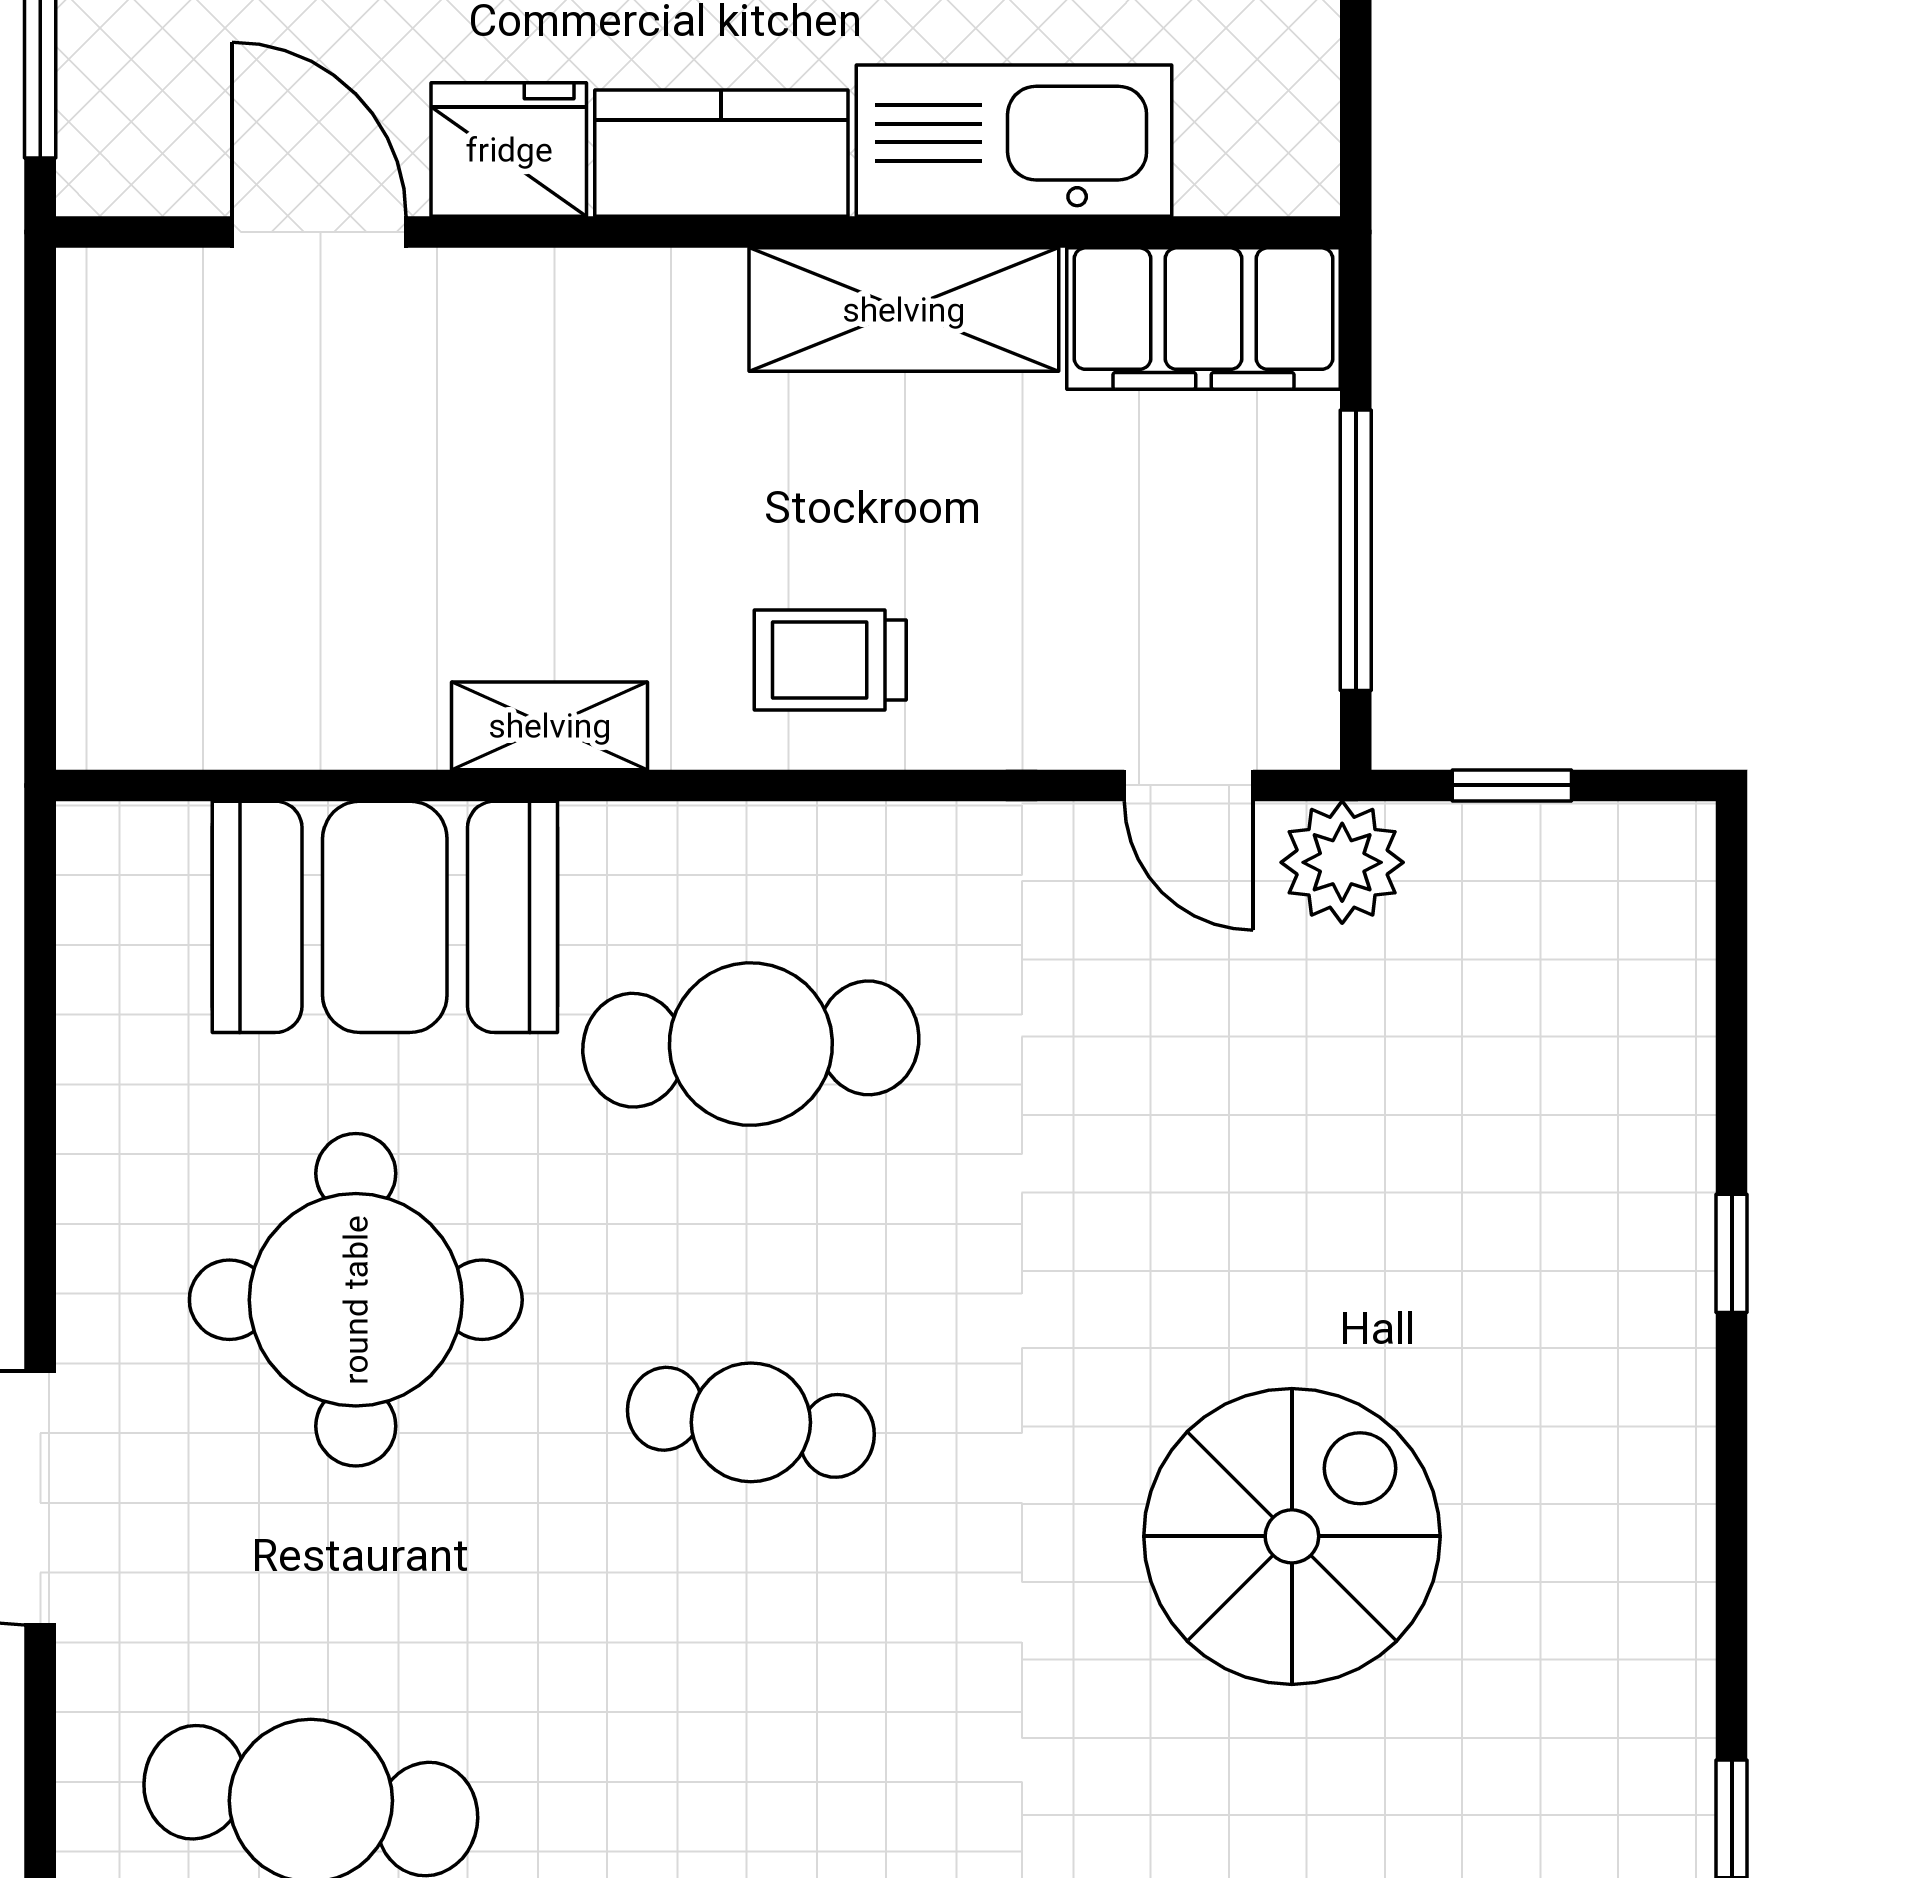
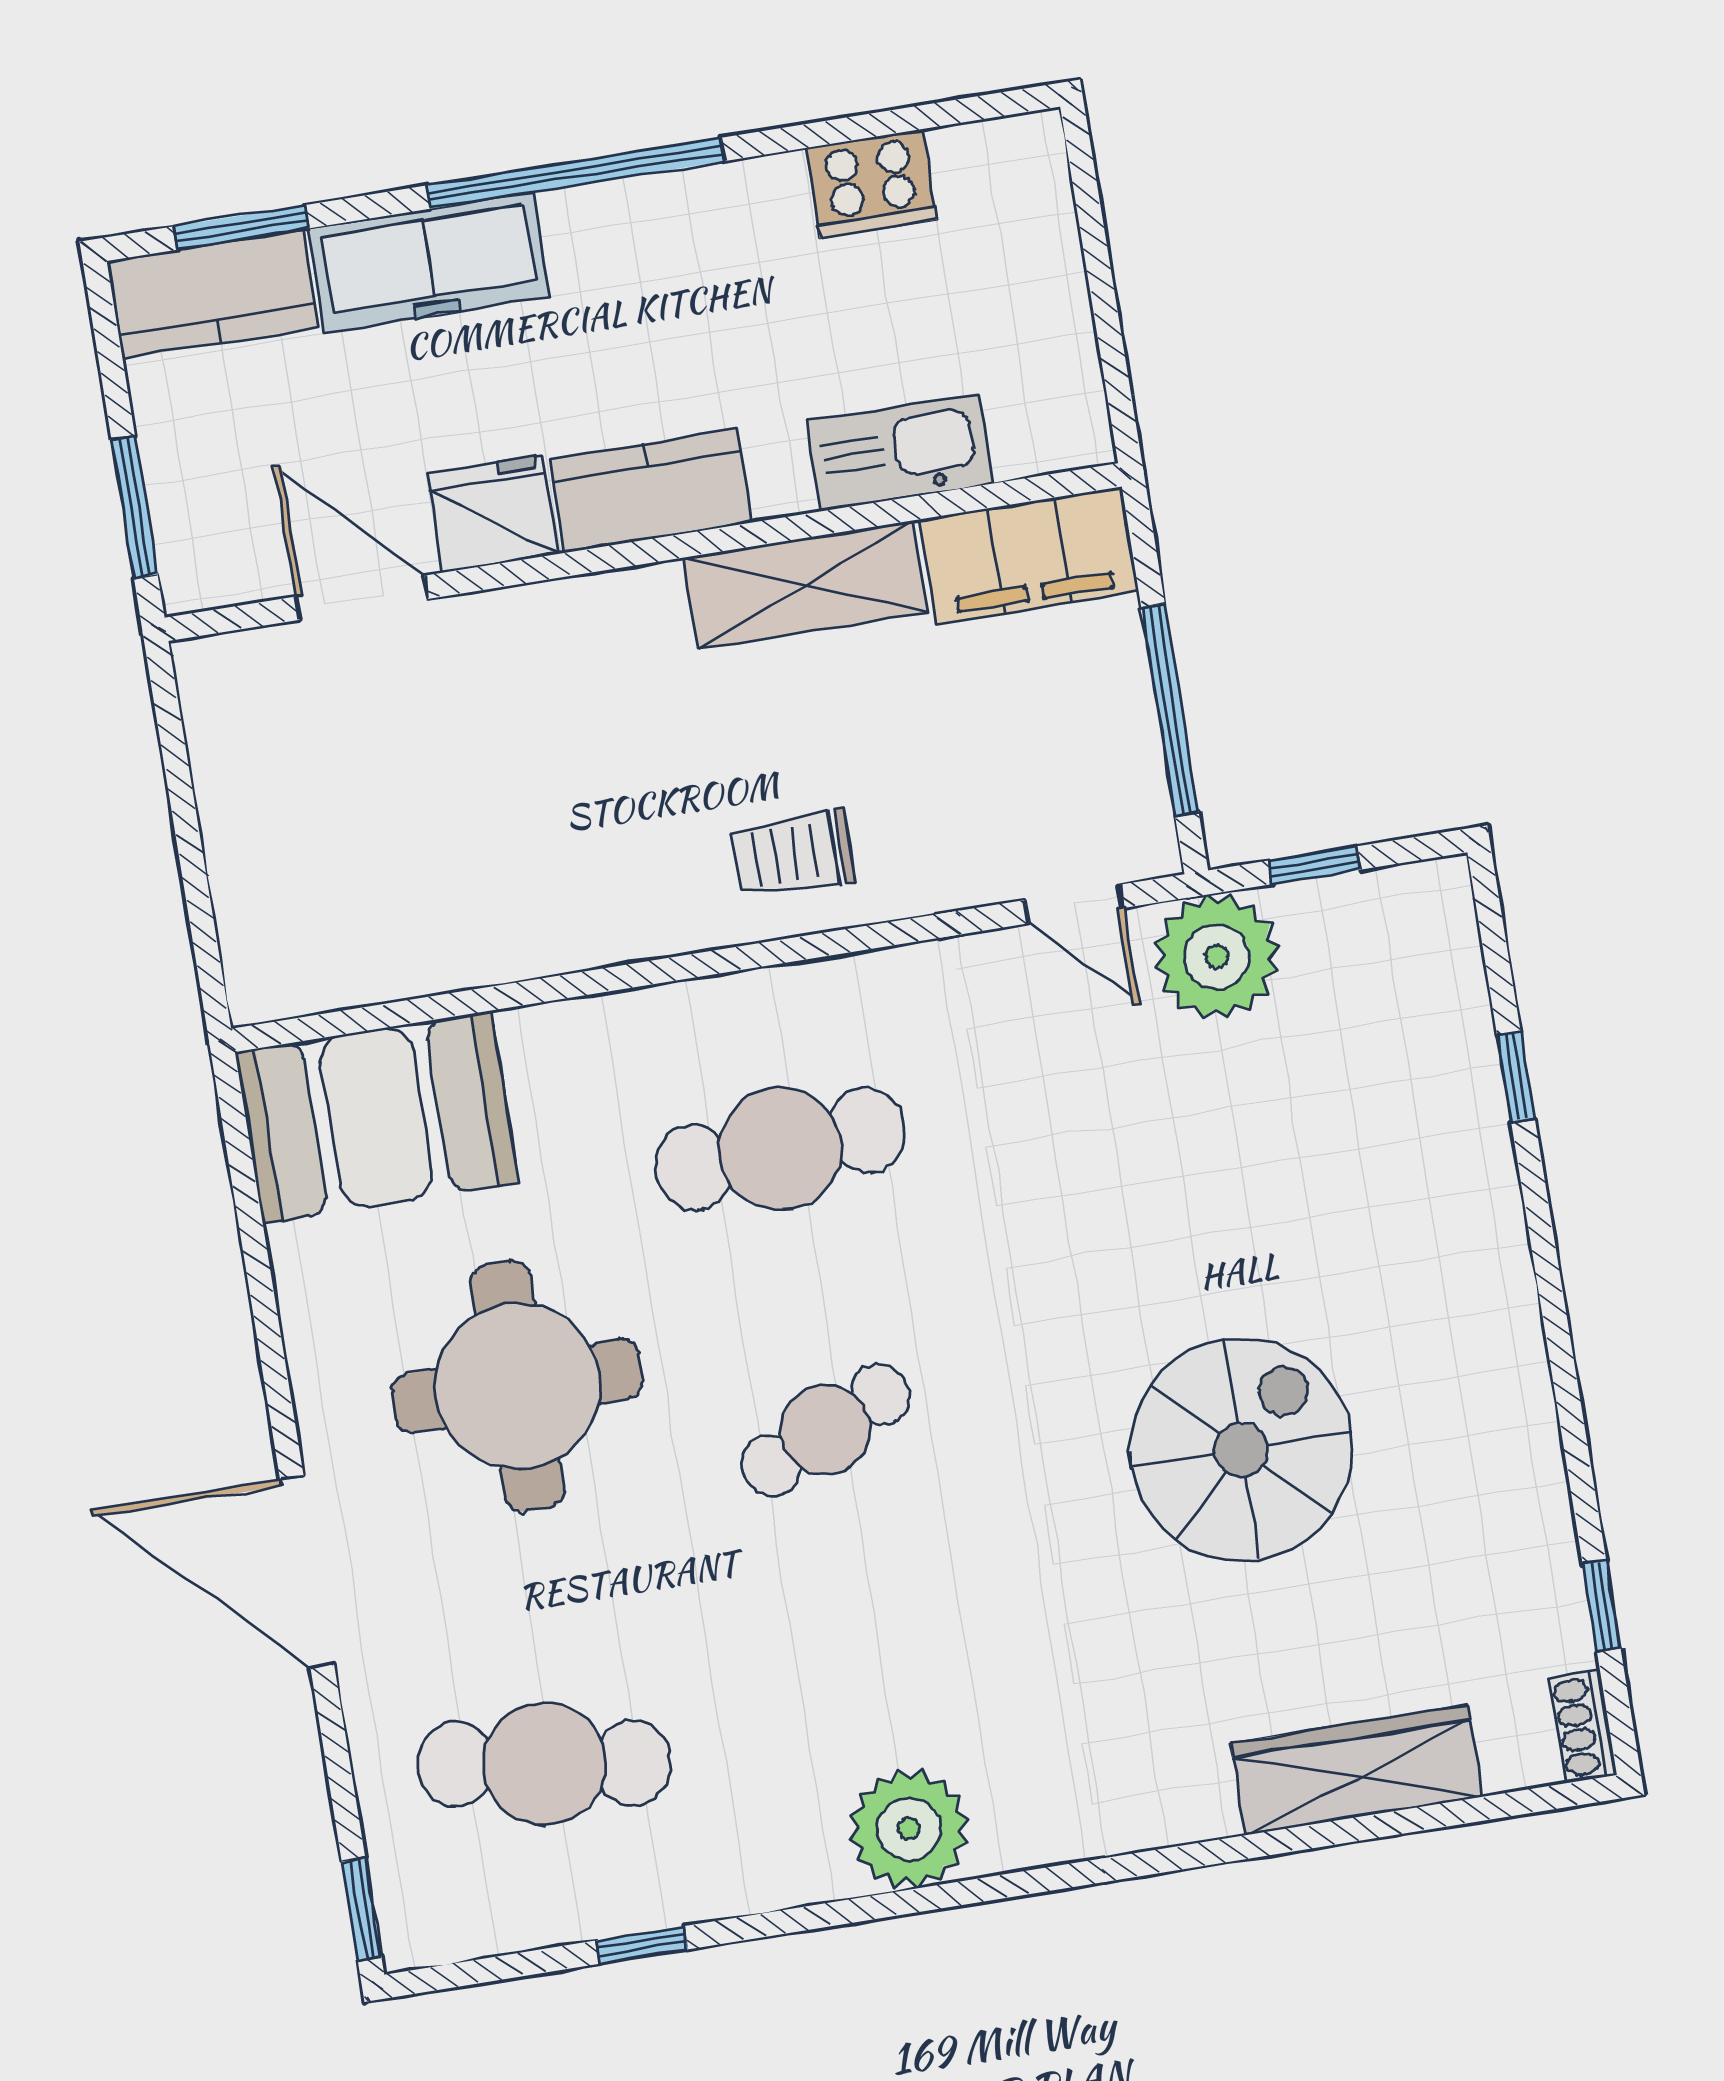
kitchen sink: (1014, 141) -> (900, 452), width x0.73, depth x0.81
shelving: (550, 726) -> (592, 937), removed
plant: (1342, 862) -> (1217, 957), width x1.36, depth x1.36
booth: (385, 917) -> (377, 1117), moved
window: (1732, 1253) -> (1516, 1077), moved
cafe table: (751, 1422) -> (826, 1430), turned -33

